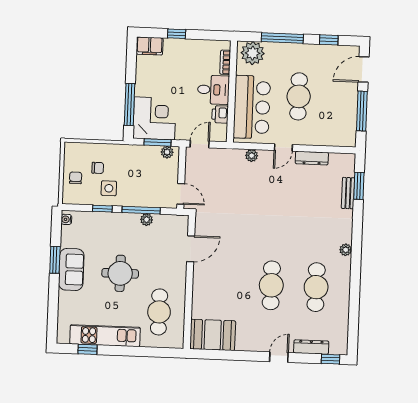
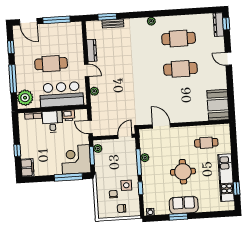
cafe table: (159, 312) -> (206, 143), width x0.73, depth x0.74
dresser: (311, 347) -> (218, 25), moved

